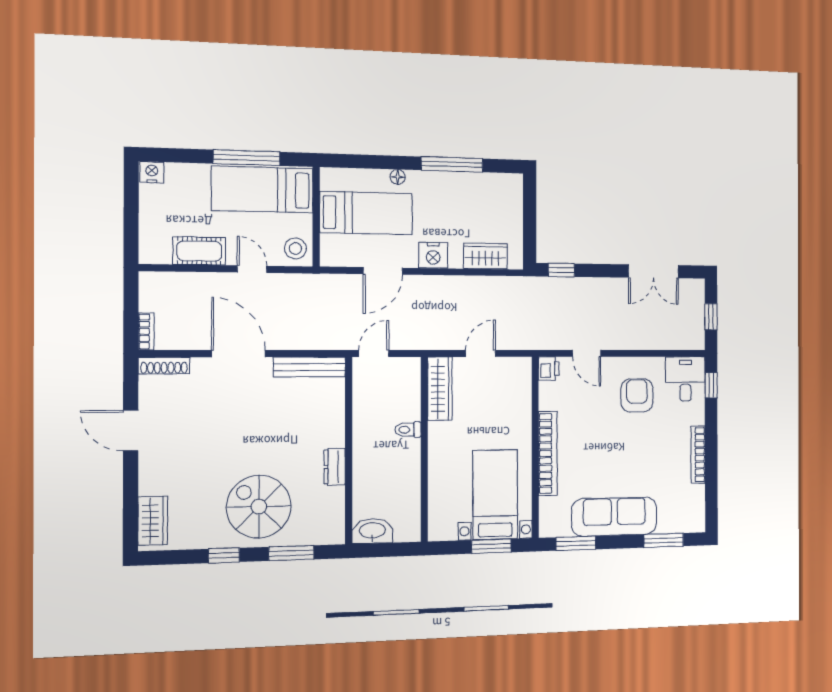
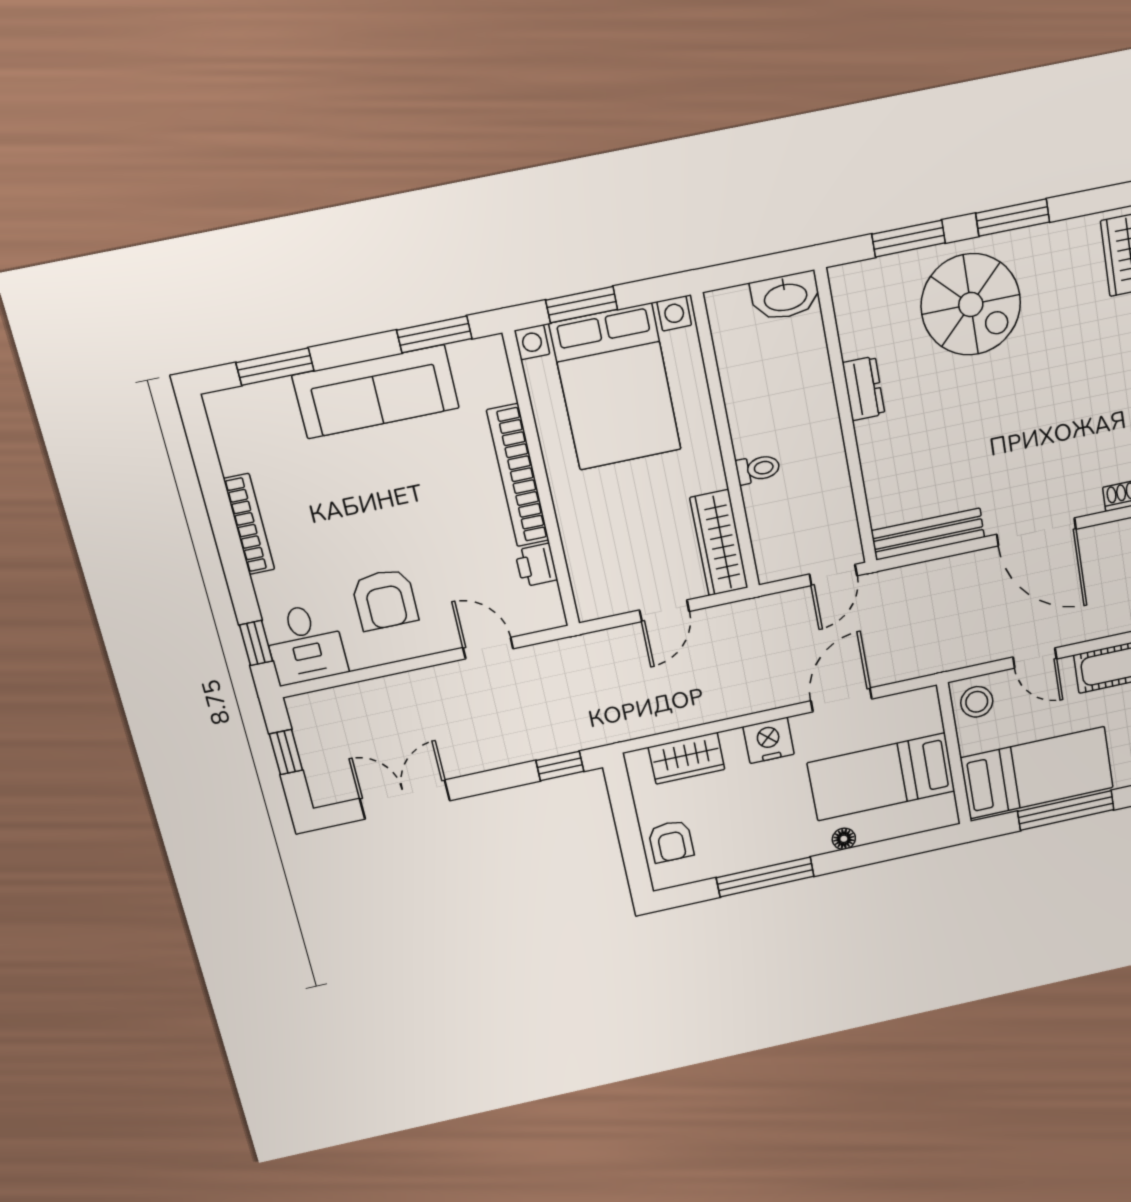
armchair: (505, 204) -> (671, 841), added
printer: (549, 368) -> (536, 565), moved
bed with nightstands: (495, 495) -> (616, 387), width x1.36
window: (224, 555) -> (1013, 218), width x1.50

